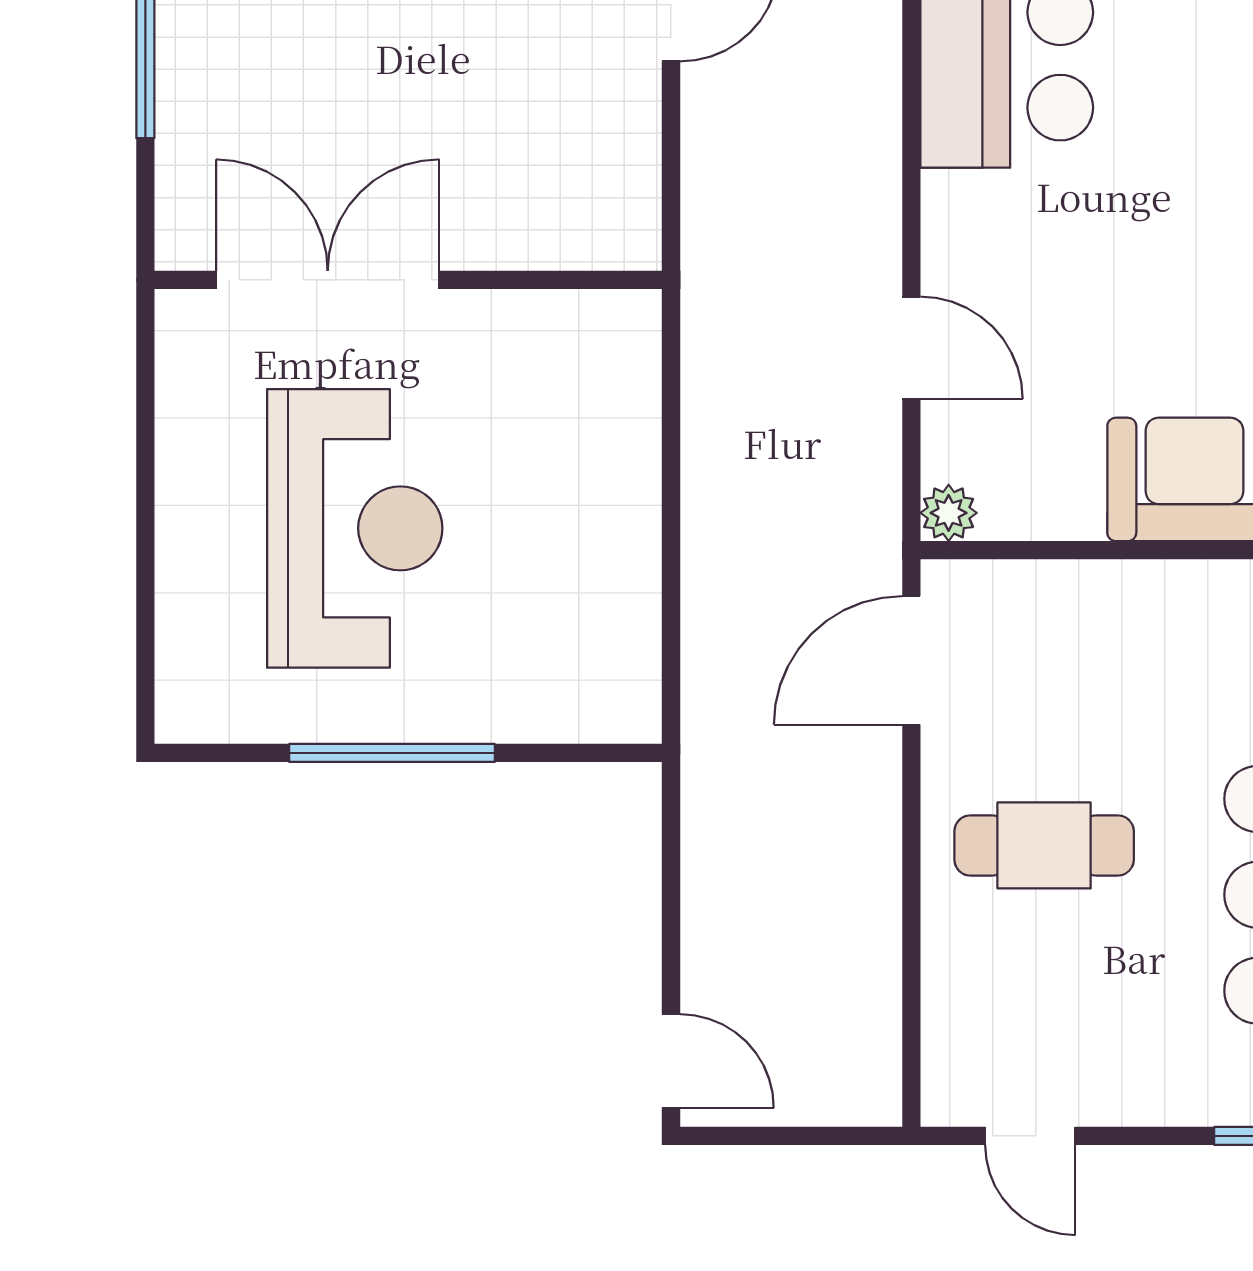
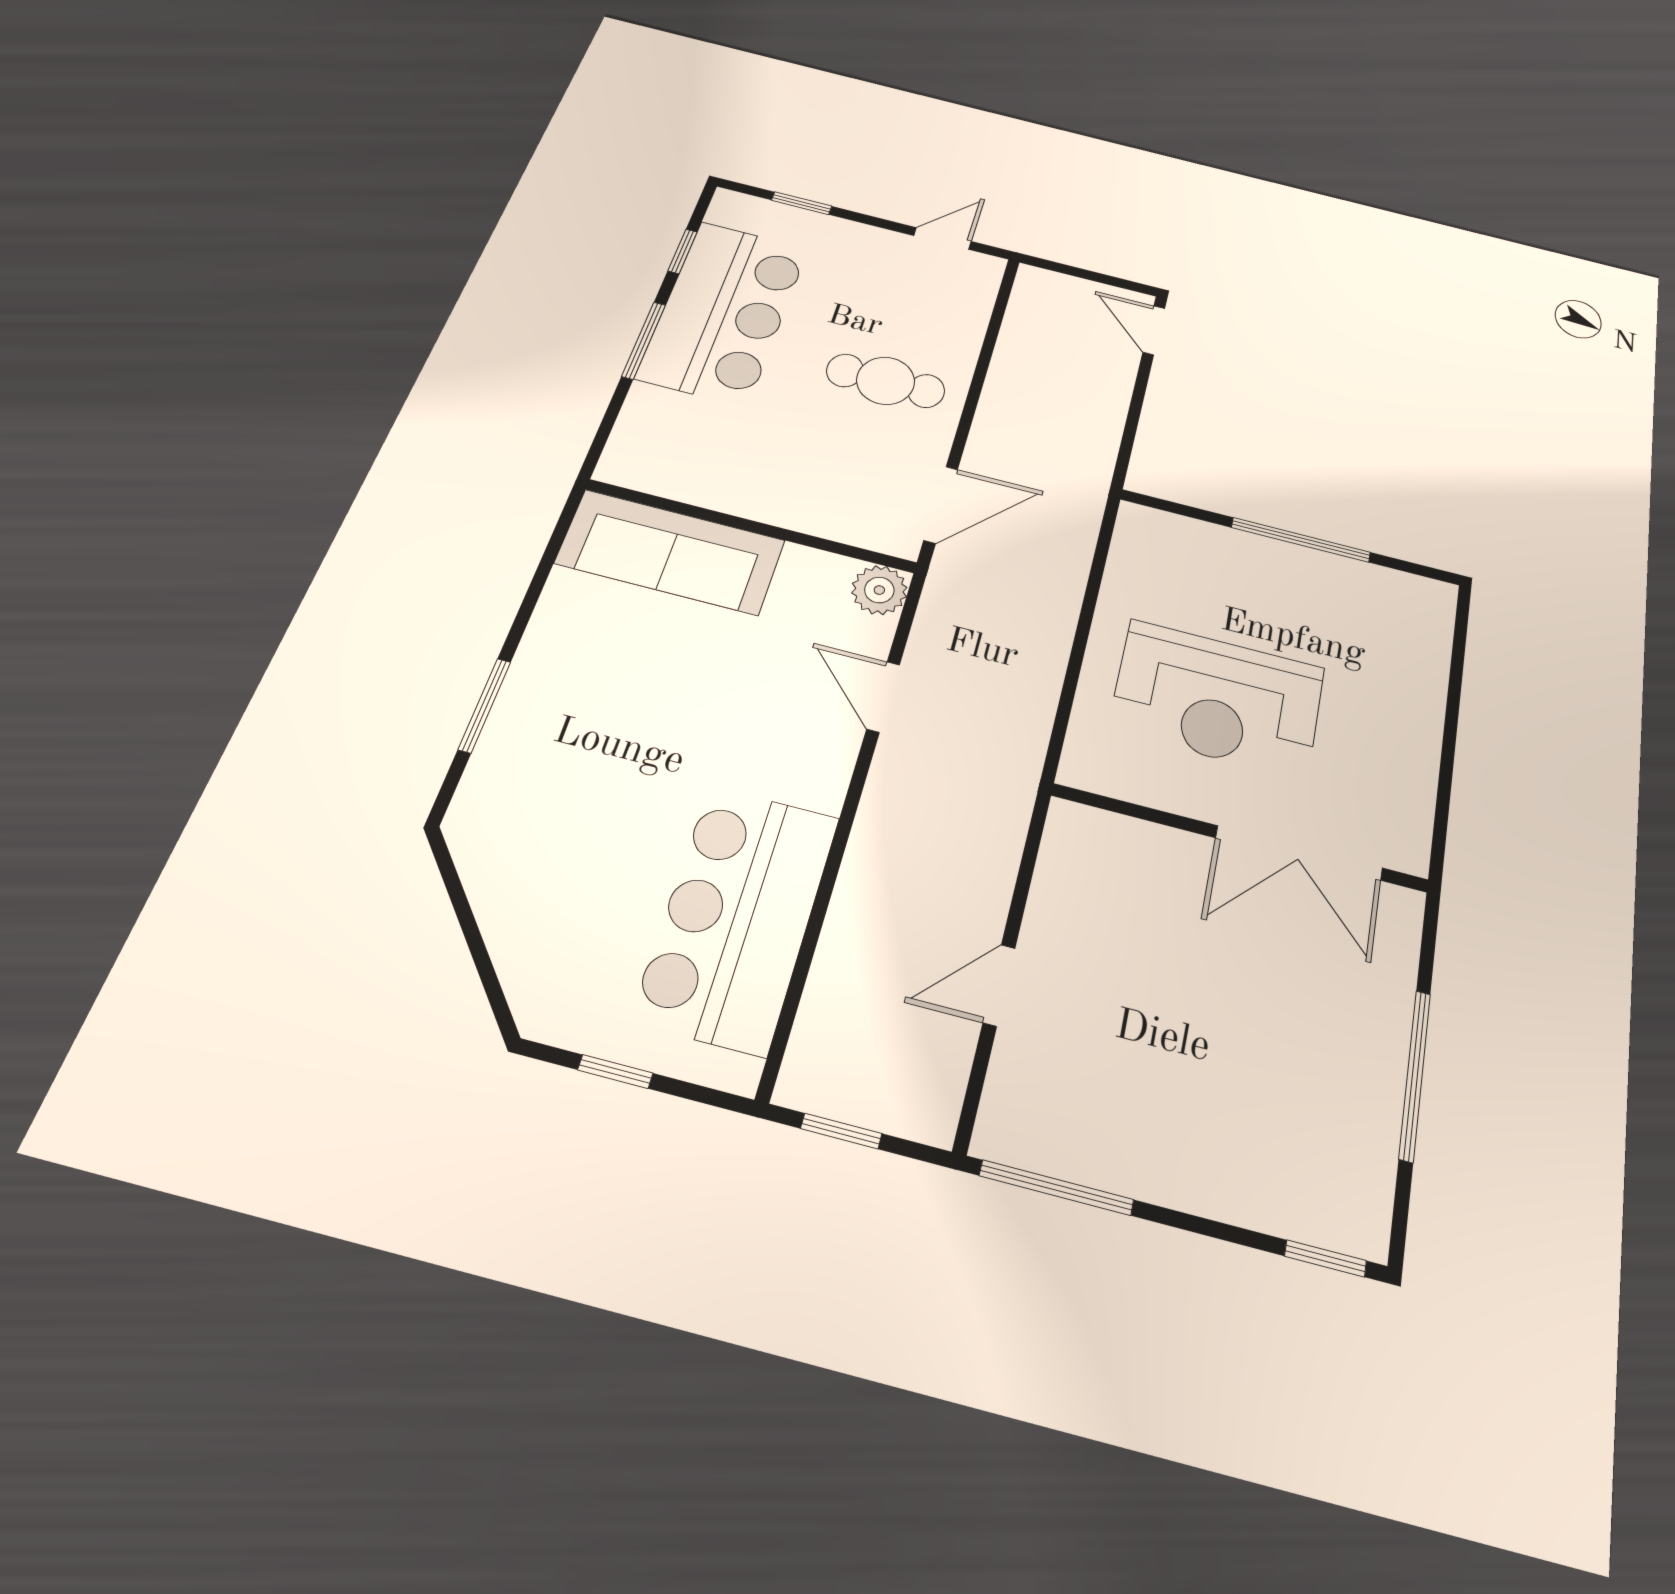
plant: (949, 513) -> (879, 590), width x1.38, depth x1.38
reception desk: (355, 528) -> (1217, 699), moved, turned -90
door: (1030, 1136) -> (942, 239), hinge flipped

